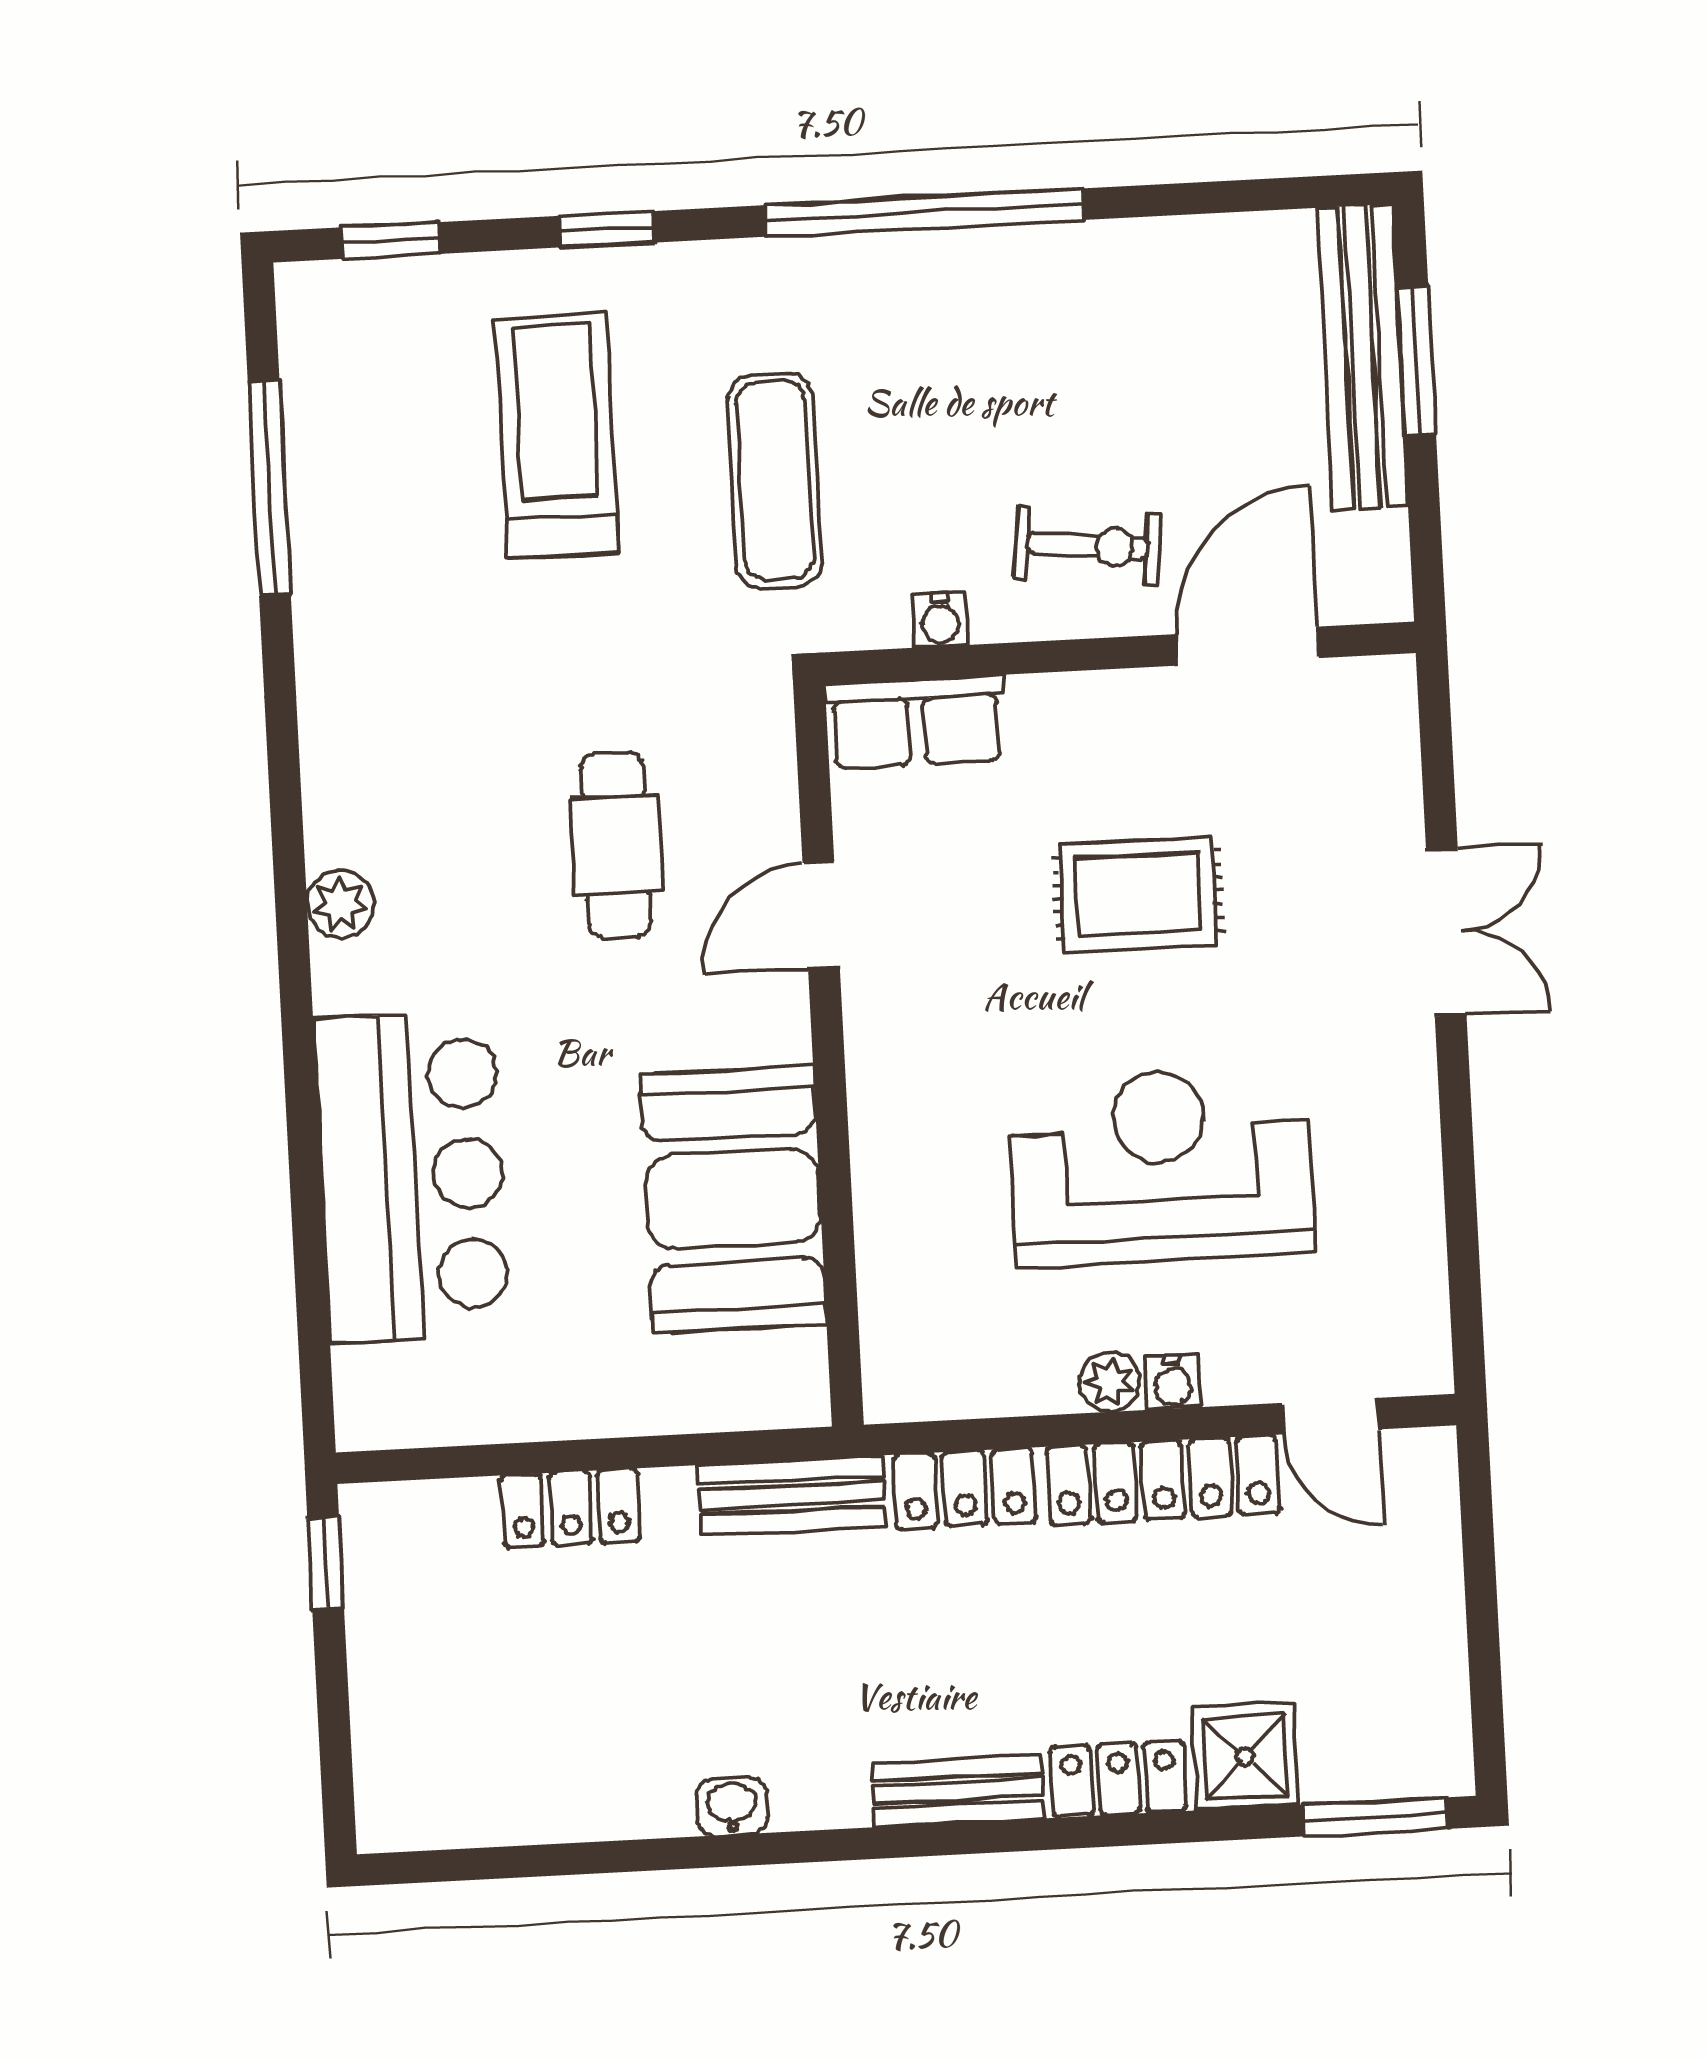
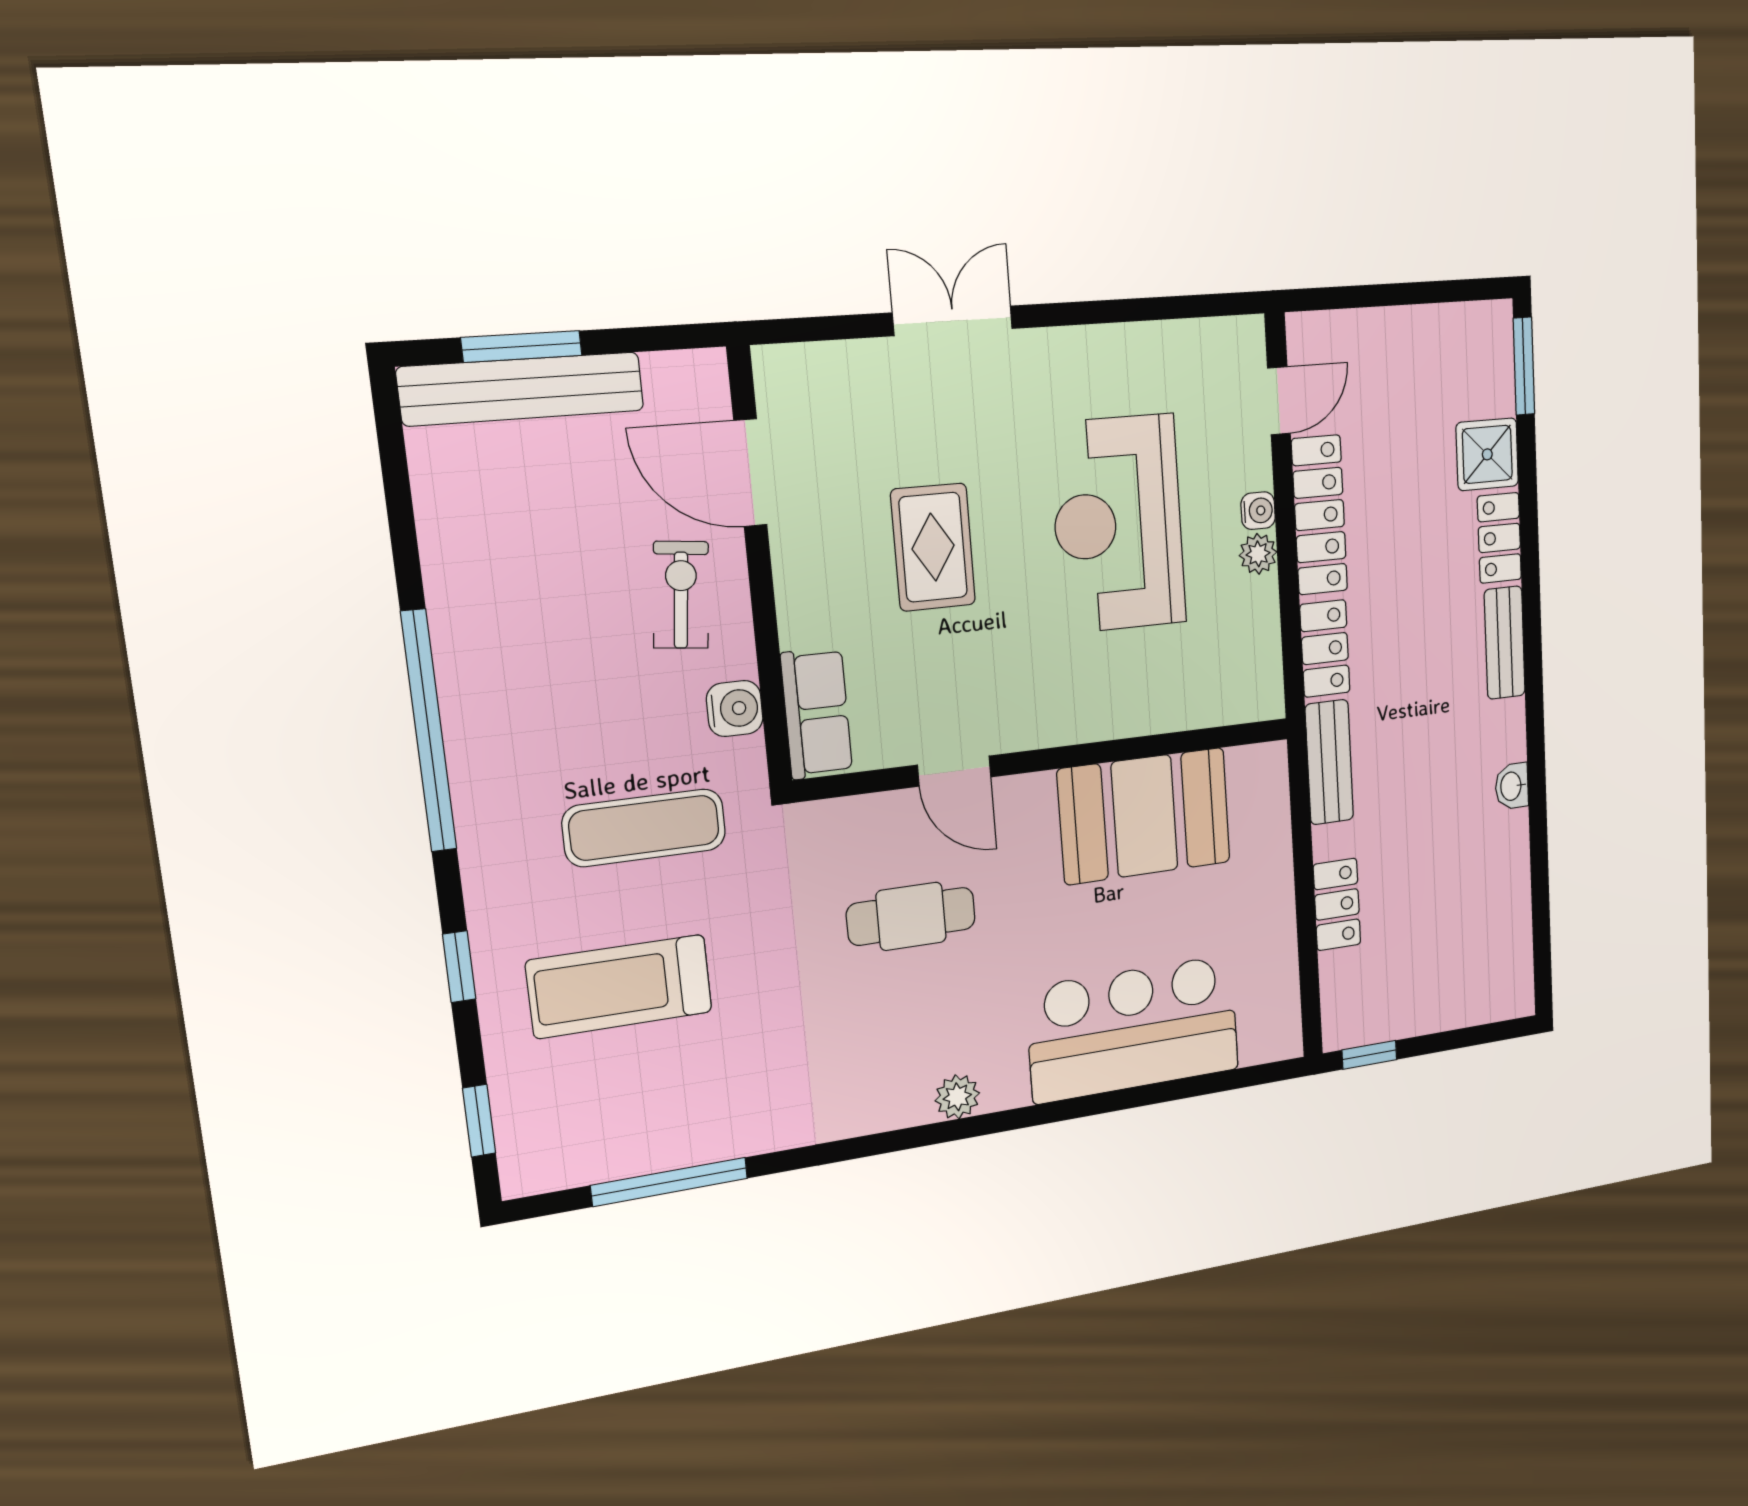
water cooler: (940, 620) -> (735, 709), width x1.38, depth x1.38

